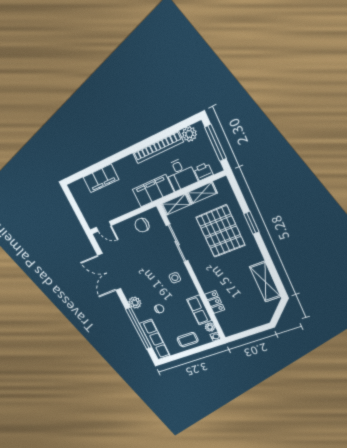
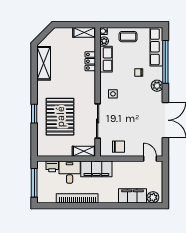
plant: (189, 134) -> (153, 197), moved
shelving: (202, 193) -> (84, 32), moved

